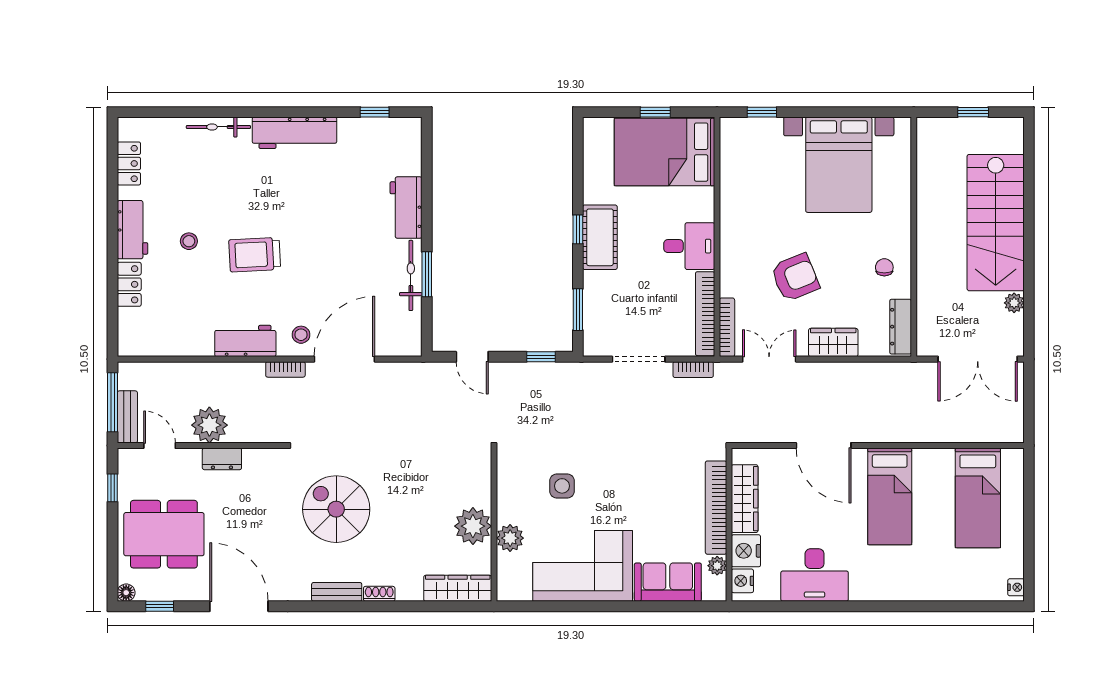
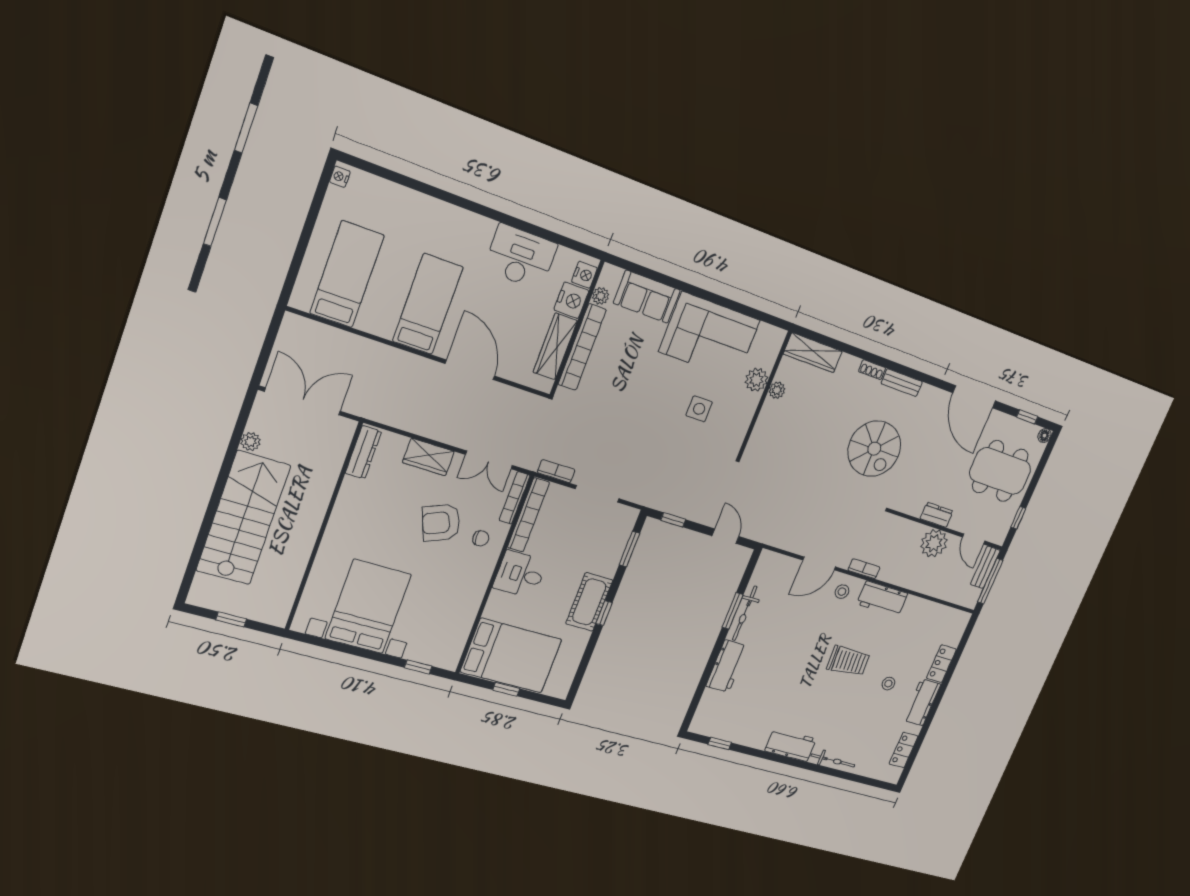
workbench: (294, 133) -> (791, 745), width x0.73
chair: (884, 267) -> (481, 538), moved, turned -90
door: (344, 359) -> (819, 563), width x0.73
plant: (473, 526) -> (777, 390), width x0.53, depth x0.53

